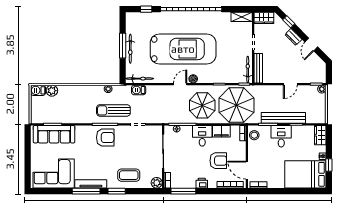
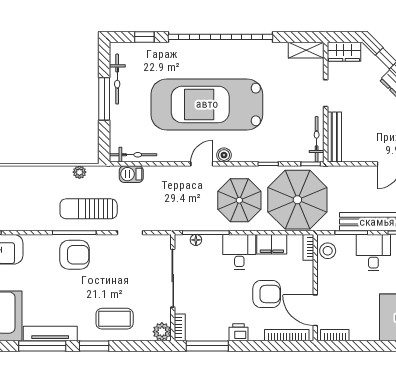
bicycle: (130, 49) -> (117, 79), moved
car: (183, 49) -> (207, 104), turned 180

